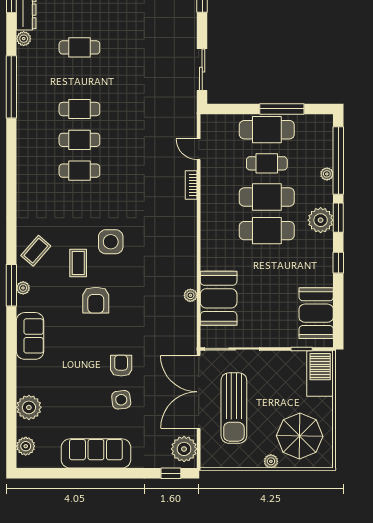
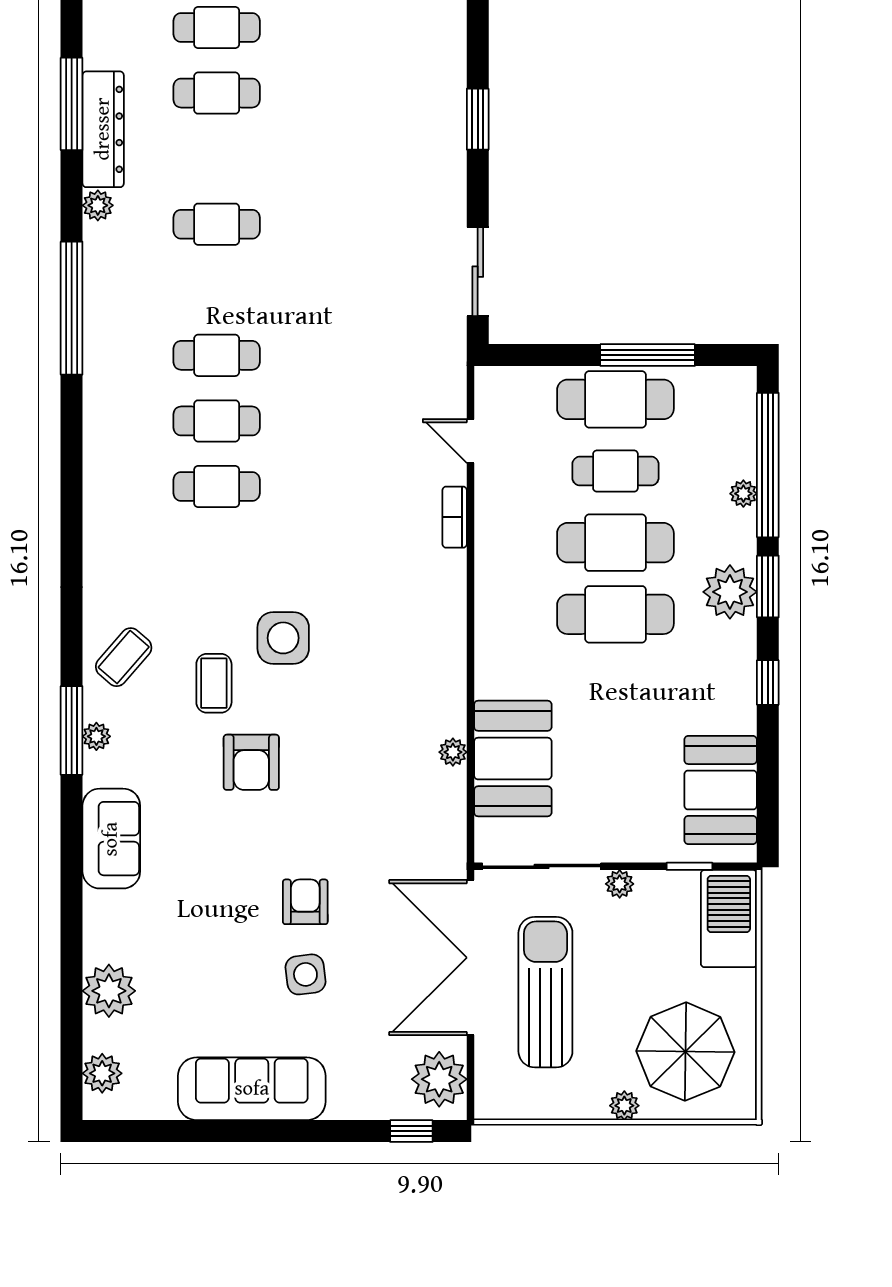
plant: (269, 357) -> (620, 884), added
sun lounger: (234, 408) -> (545, 992), turned 180

